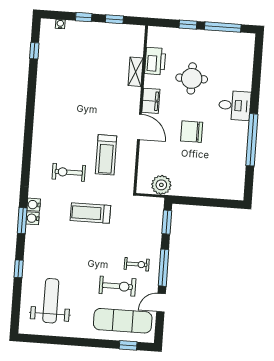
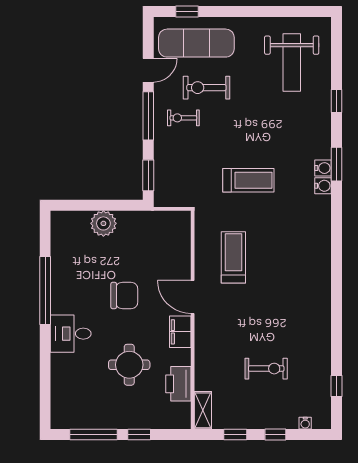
shelving: (136, 72) -> (203, 410), moved
exercise bike: (69, 172) -> (266, 369), moved
plant: (161, 185) -> (103, 223), moved

